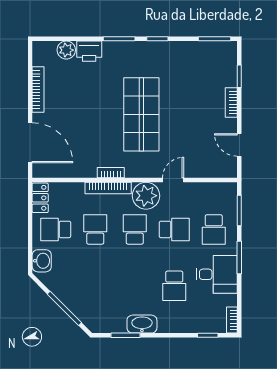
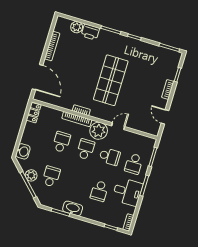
school desk: (56, 229) -> (51, 176), moved, turned 90
plant: (65, 293) -> (31, 175), added

